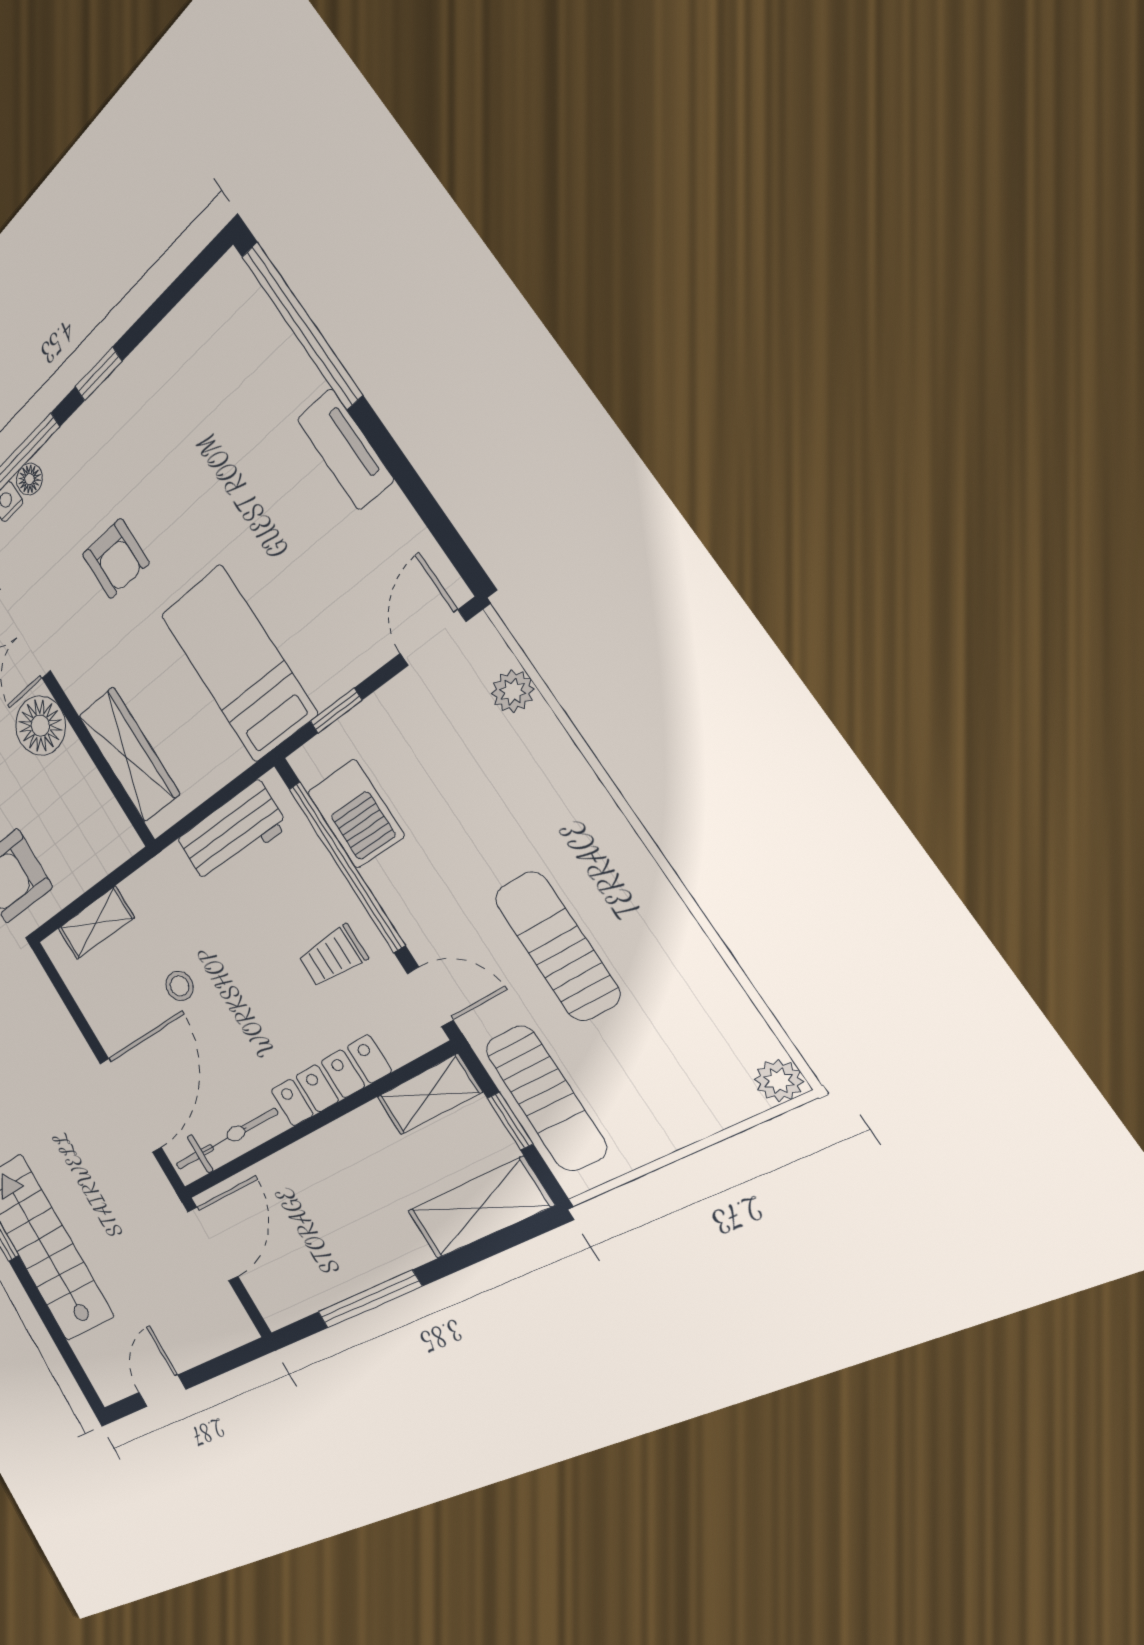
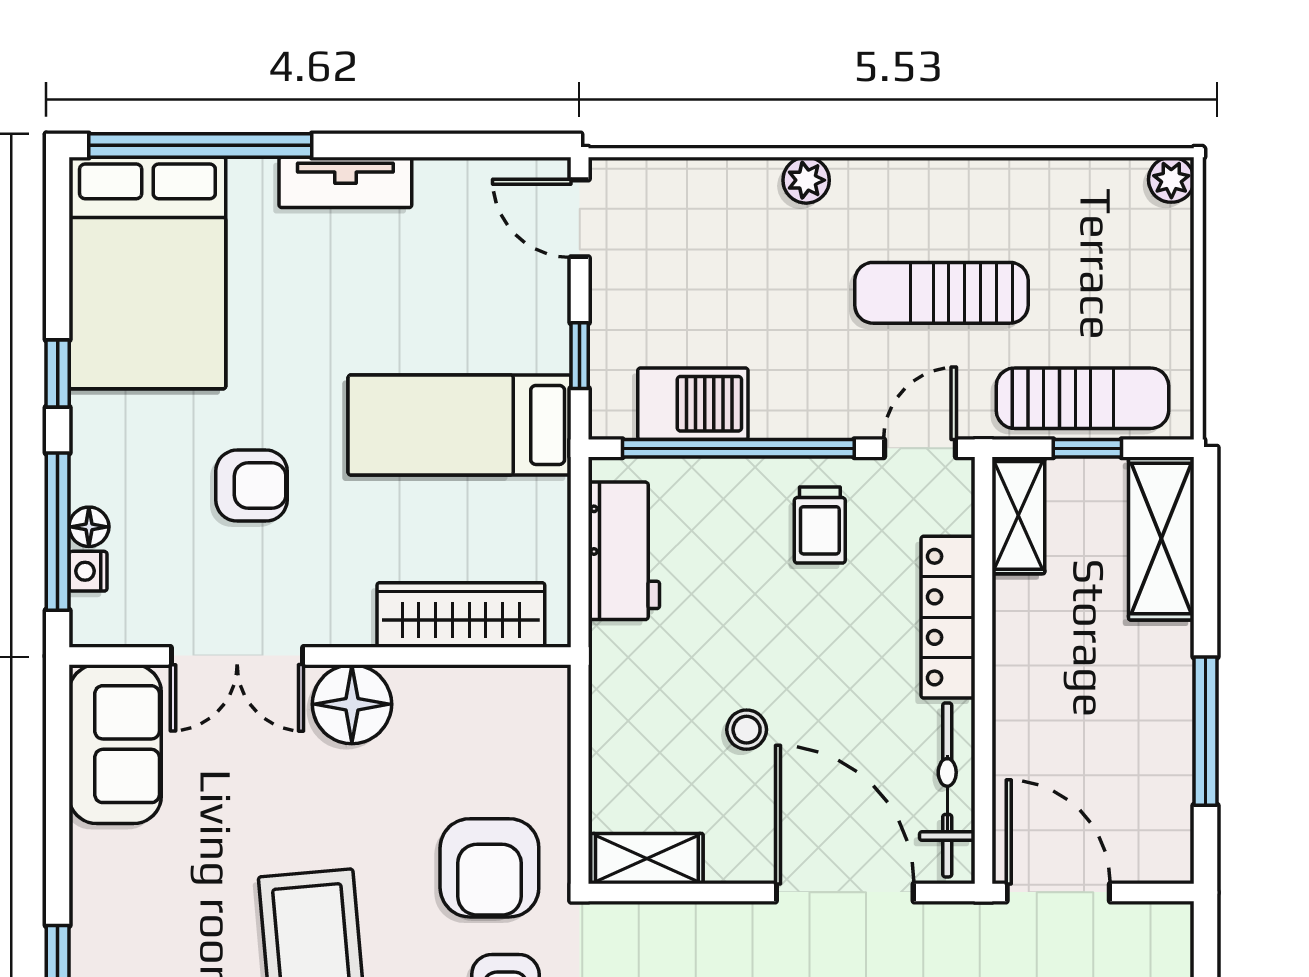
bed: (195, 371) -> (147, 273), added
plant: (513, 691) -> (806, 180), moved
shelving: (96, 923) -> (647, 859), moved, turned 90

